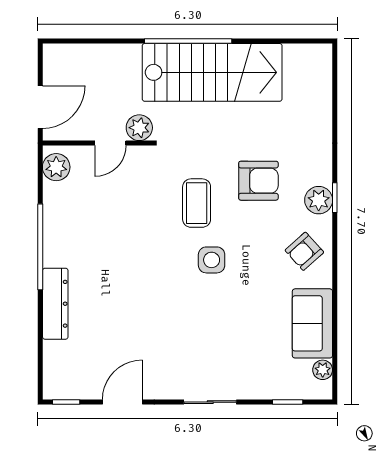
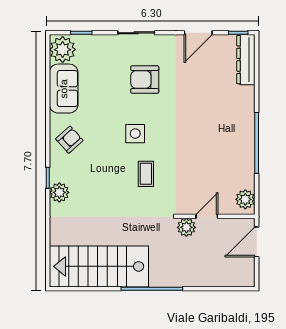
stairs: (212, 72) -> (99, 266), moved
armchair: (258, 181) -> (145, 80), moved
plant: (319, 200) -> (59, 192), moved
coffee table: (197, 203) -> (146, 174), width x0.73, depth x0.77
dresser: (55, 304) -> (246, 60), moved
plant: (323, 370) -> (63, 50), width x1.87, depth x1.87

